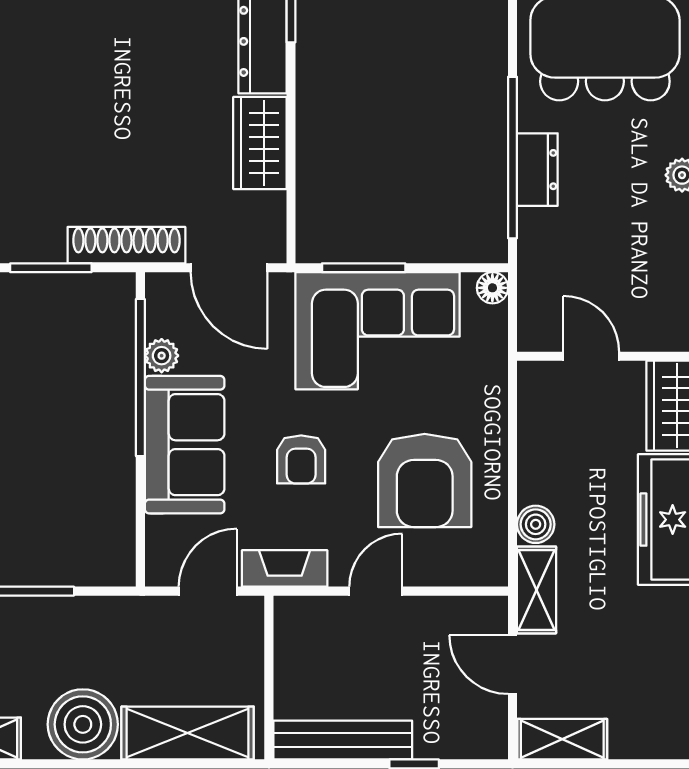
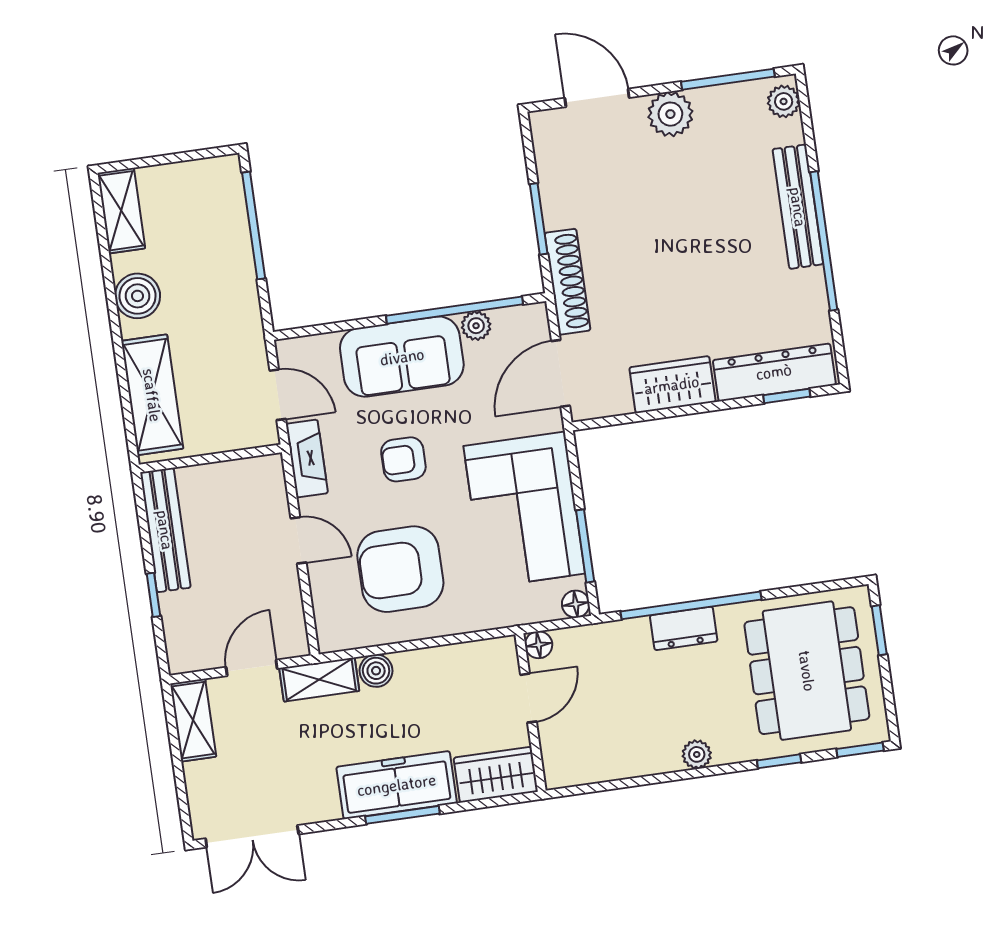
window: (364, 268) -> (585, 546), moved
floor lamp: (533, 336) -> (539, 645), added
boiler: (83, 724) -> (138, 296), width x0.73, depth x0.73

